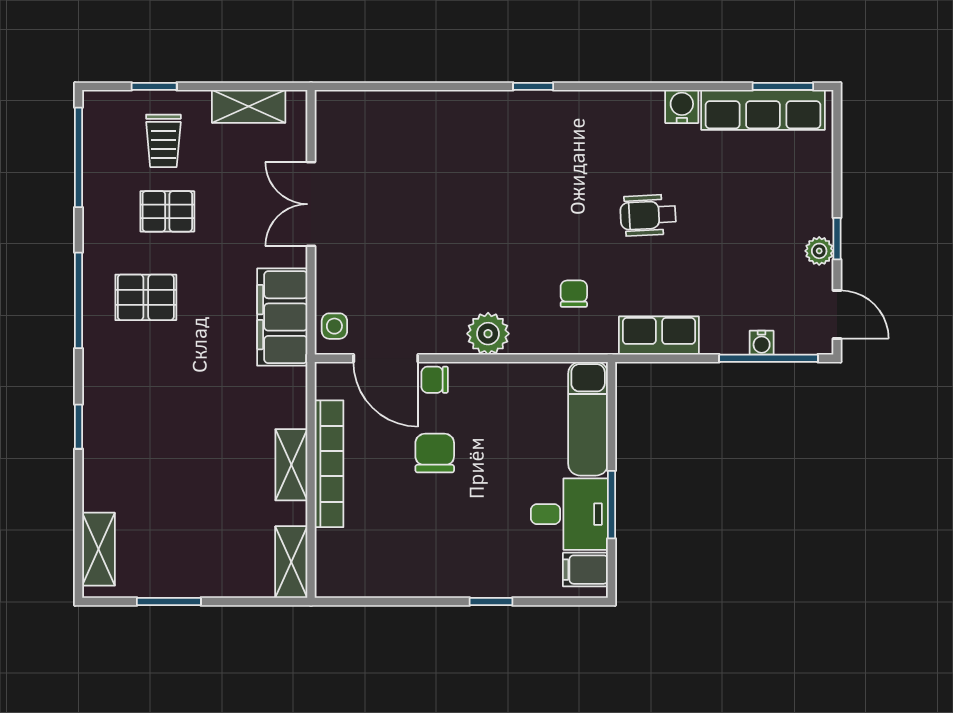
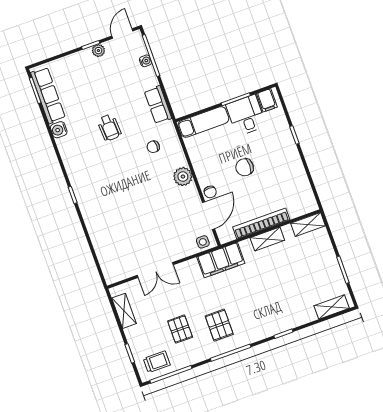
trolley: (163, 141) -> (157, 362), moved
filing cabinet: (282, 317) -> (221, 260), moved
chair: (435, 453) -> (245, 167), moved

